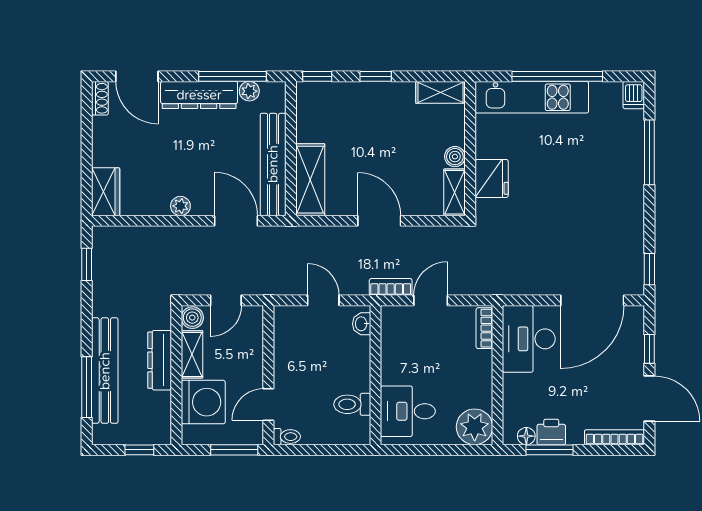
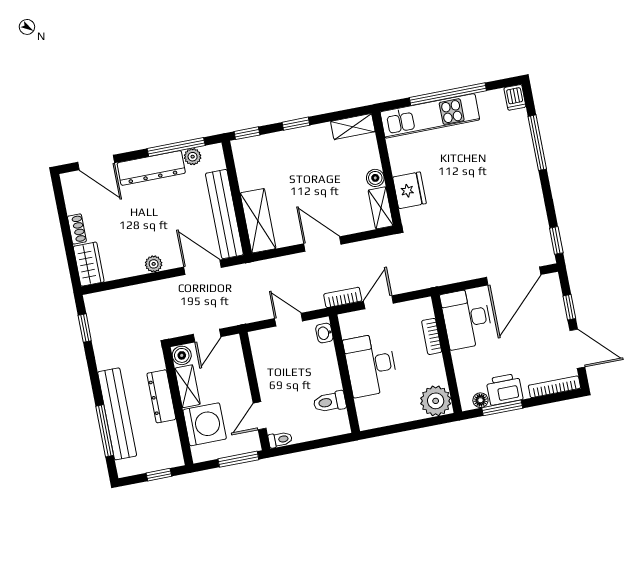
shoe rack: (100, 98) -> (77, 229), moved
bookcase: (484, 328) -> (432, 336), moved
desk: (408, 411) -> (371, 365), moved, width x1.37
printer: (551, 432) -> (504, 389), width x1.36, depth x1.24

